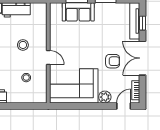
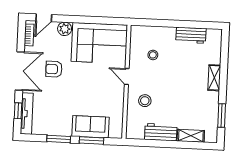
stool: (23, 45) -> (145, 101), moved

